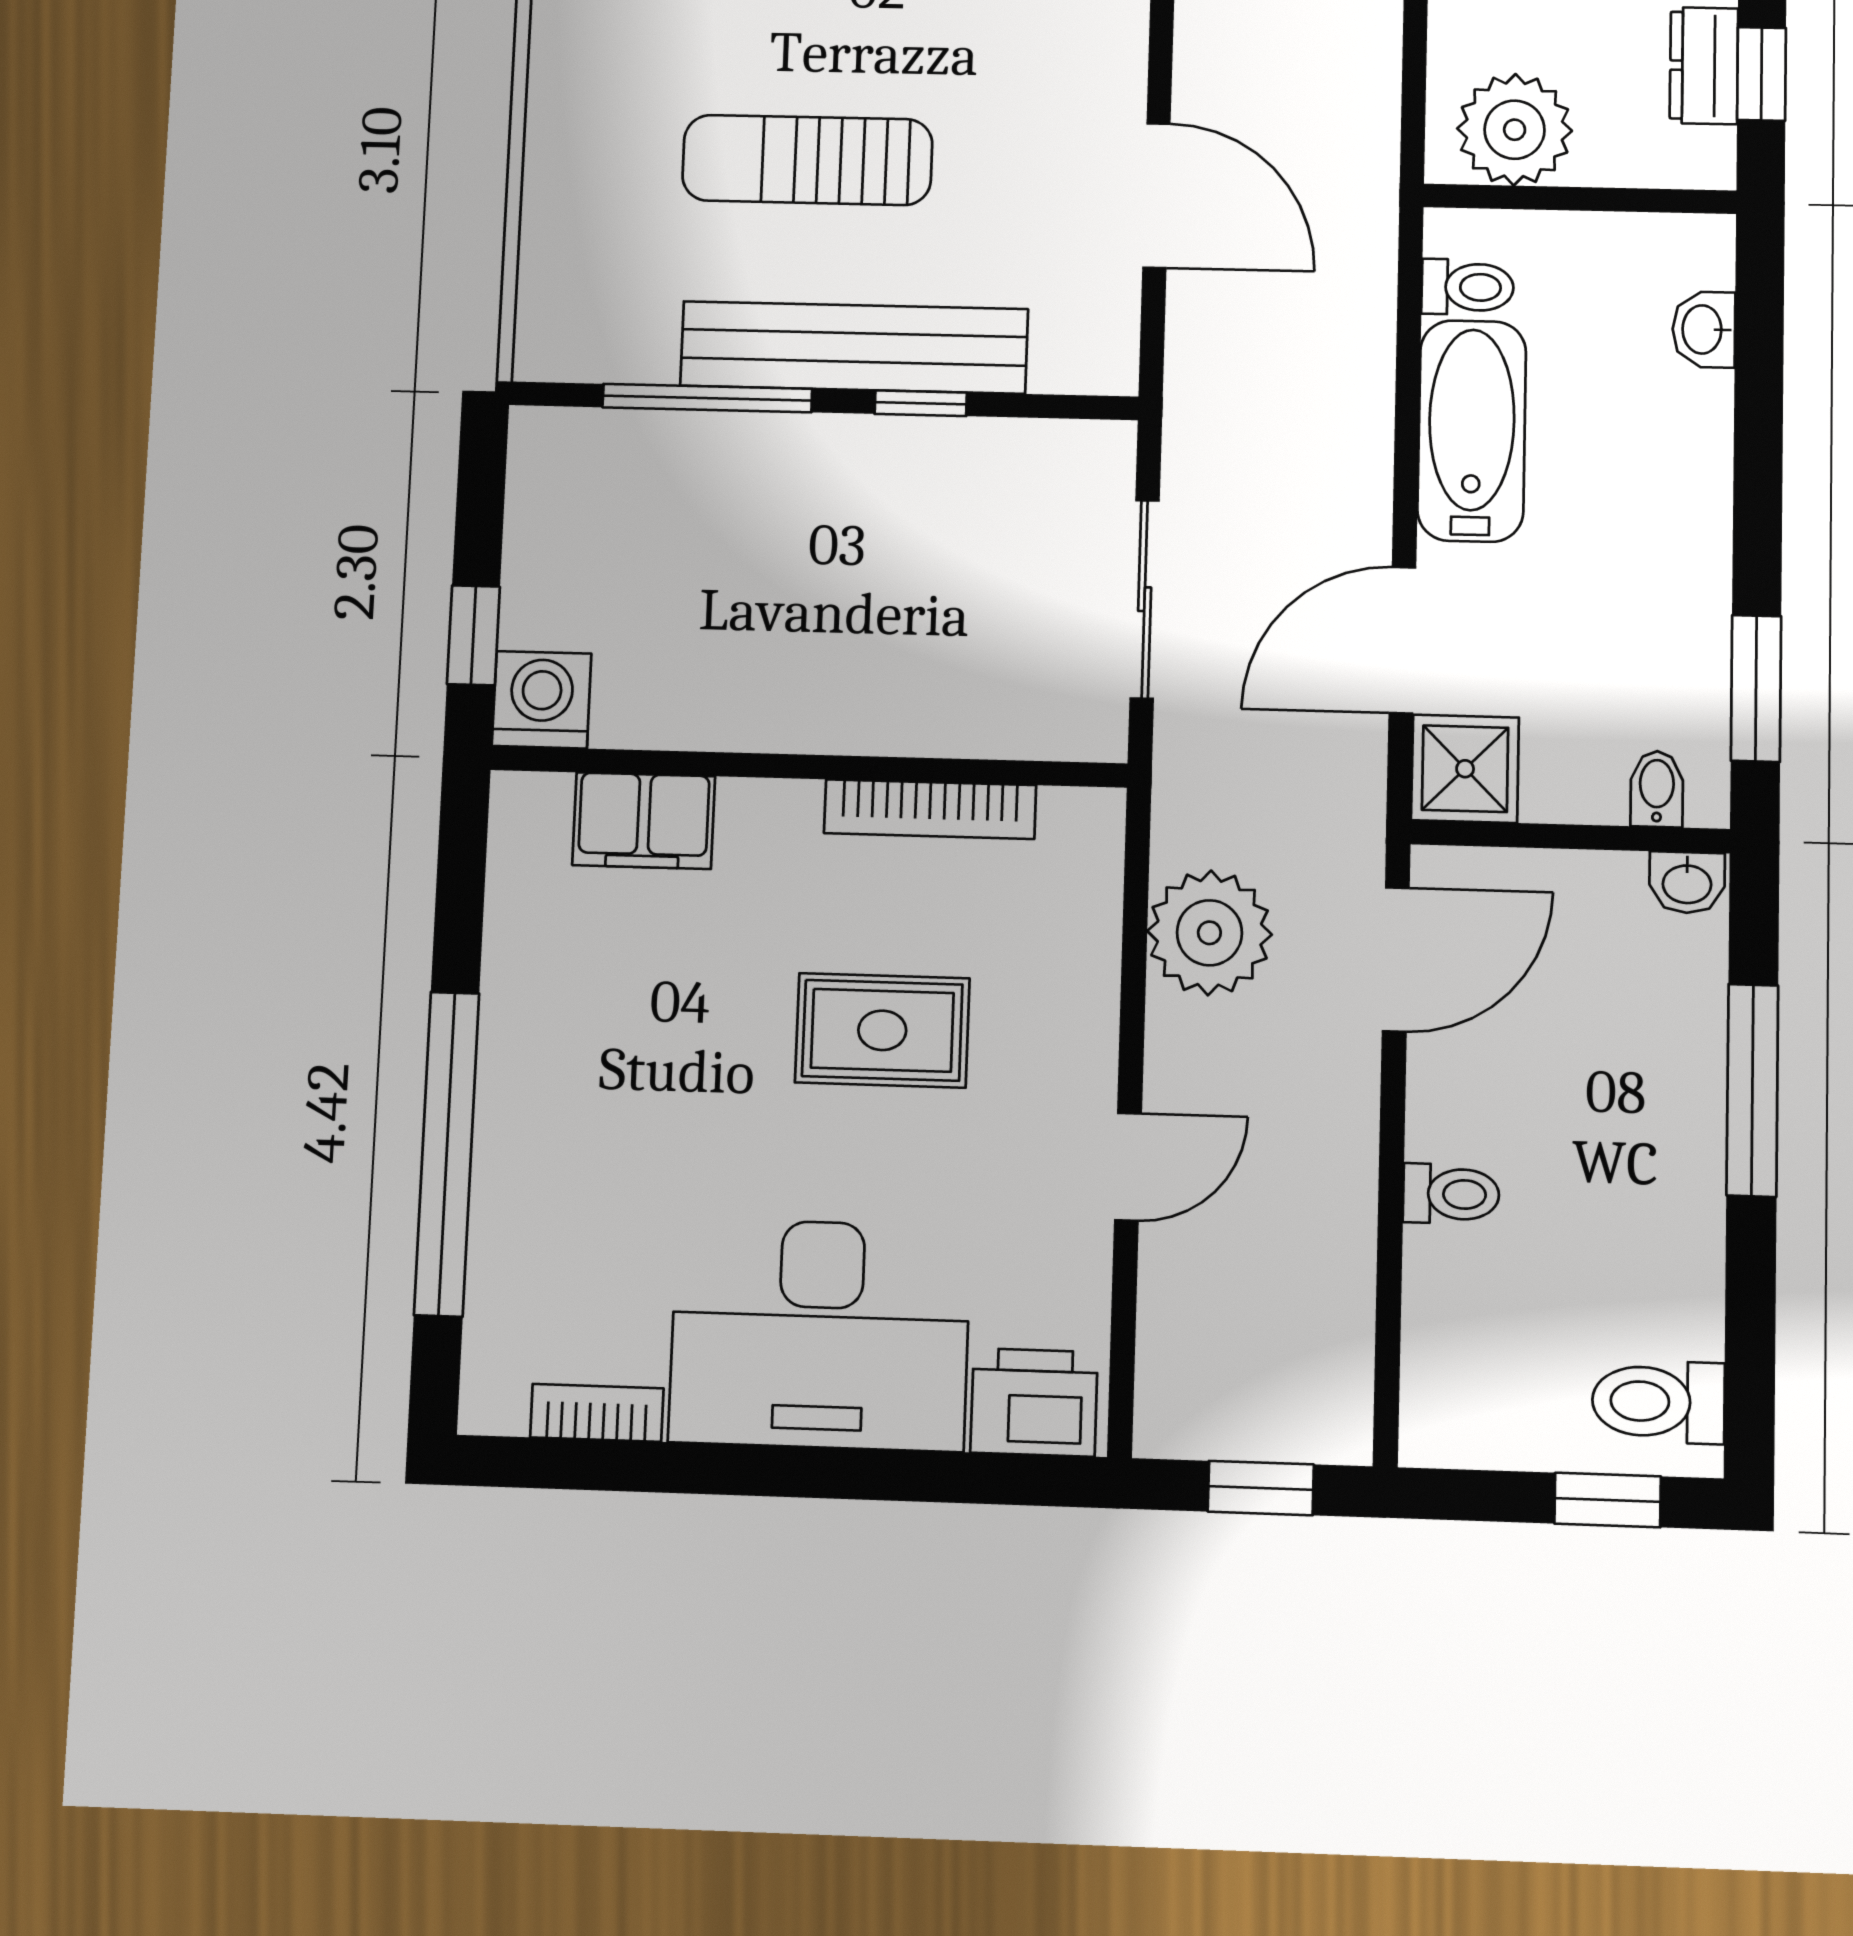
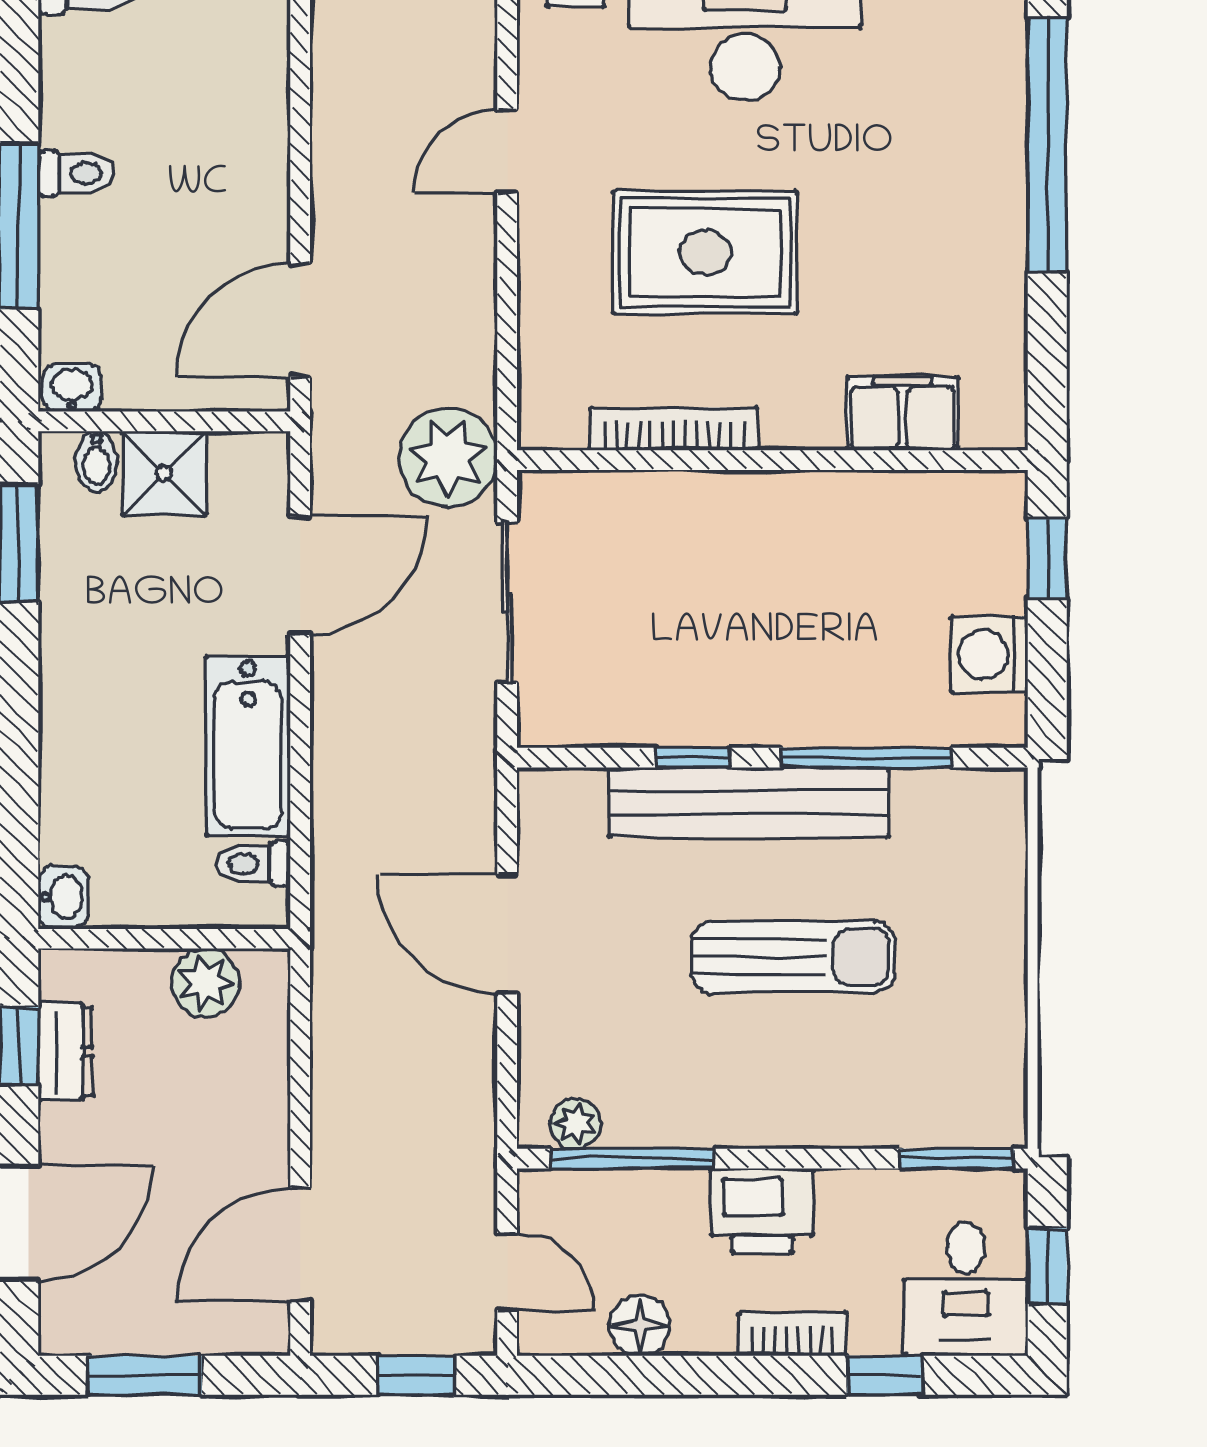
plant: (1515, 130) -> (206, 983), width x0.73, depth x0.73
washbasin: (1704, 329) -> (63, 897), moved
washing machine: (542, 700) -> (989, 655), moved, turned 90
shower: (1465, 769) -> (164, 473), moved
plant: (1209, 933) -> (448, 457), moved
rug: (882, 1030) -> (705, 252), width x1.36, depth x1.43
toilet: (1451, 1194) -> (76, 173), moved, turned 180

